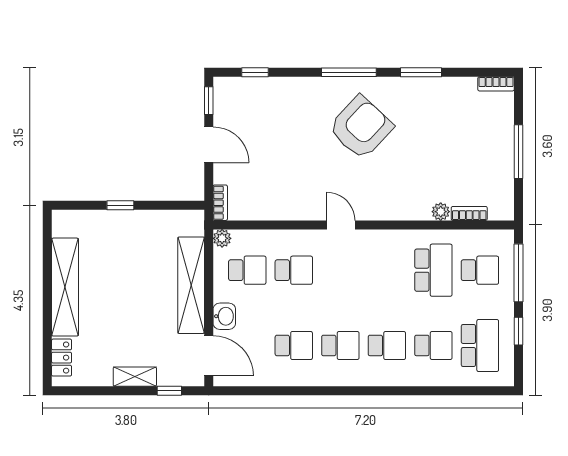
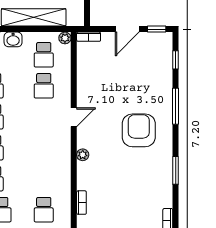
window: (349, 72) -> (176, 106), moved
armchair: (361, 127) -> (139, 130), turned -133
plant: (441, 212) -> (83, 155), moved
school desk: (433, 270) -> (44, 179), removed

